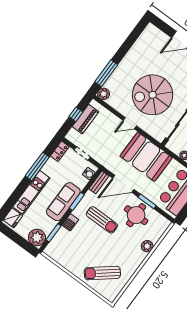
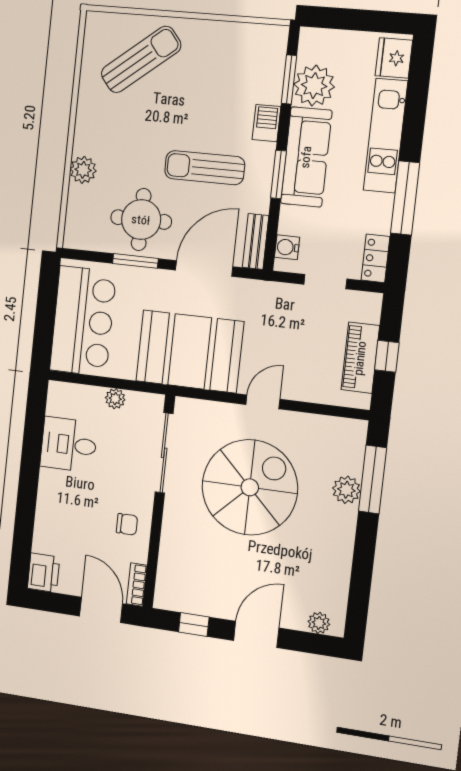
plant: (156, 32) -> (319, 623), added
plant: (104, 94) -> (346, 490), moved
plant: (37, 237) -> (314, 86), moved

